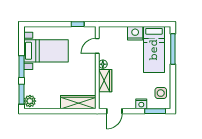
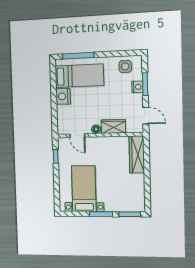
plant: (30, 101) -> (137, 206), removed
window: (155, 111) -> (145, 84), moved

